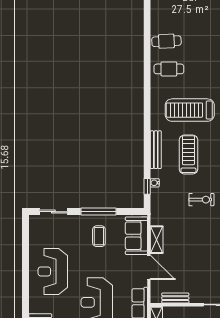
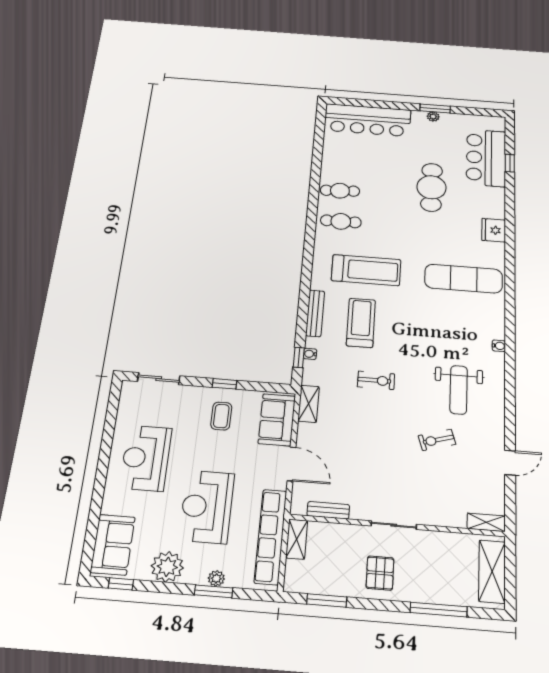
treadmill: (190, 110) -> (366, 270), turned 180
window: (98, 212) -> (225, 384), width x0.46
shelving: (157, 240) -> (309, 404), moved

